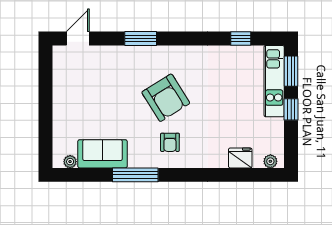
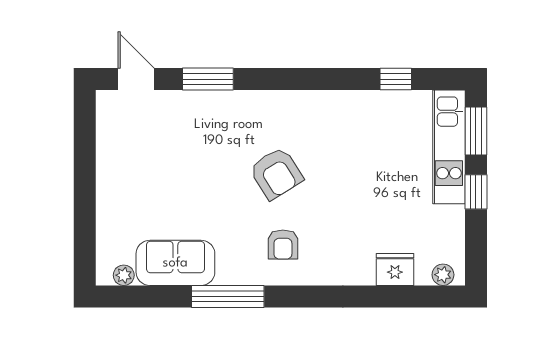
door: (78, 39) -> (136, 79), hinge flipped
window: (141, 39) -> (208, 79), moved
armchair: (166, 98) -> (276, 173), width x0.73, depth x0.73

